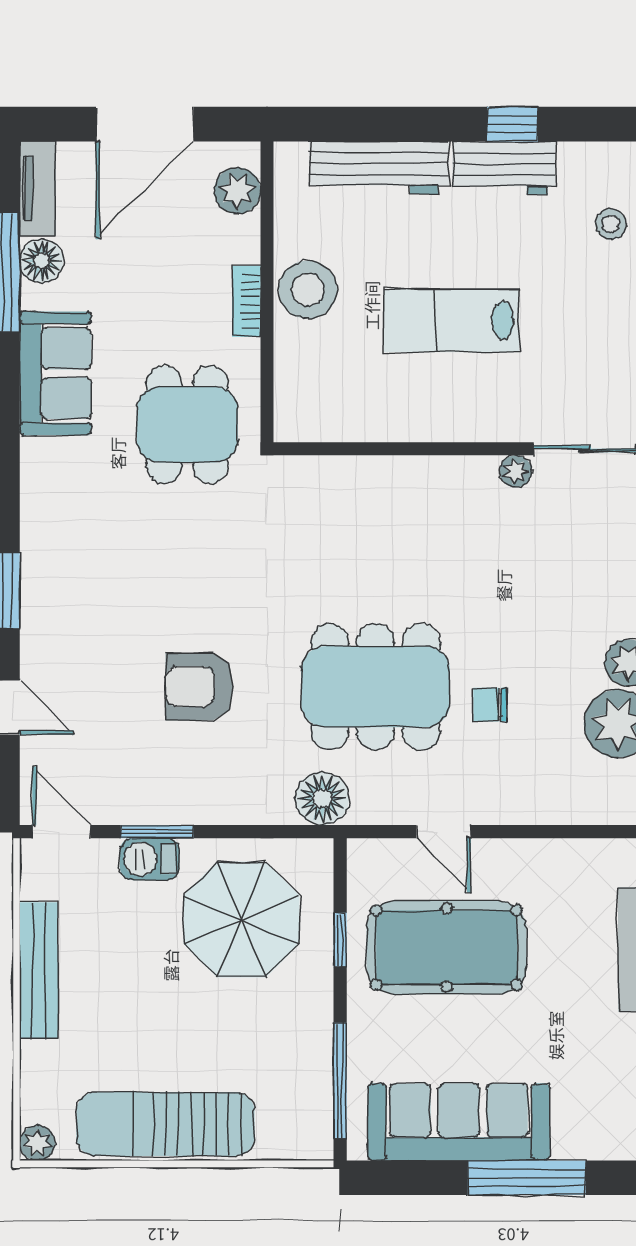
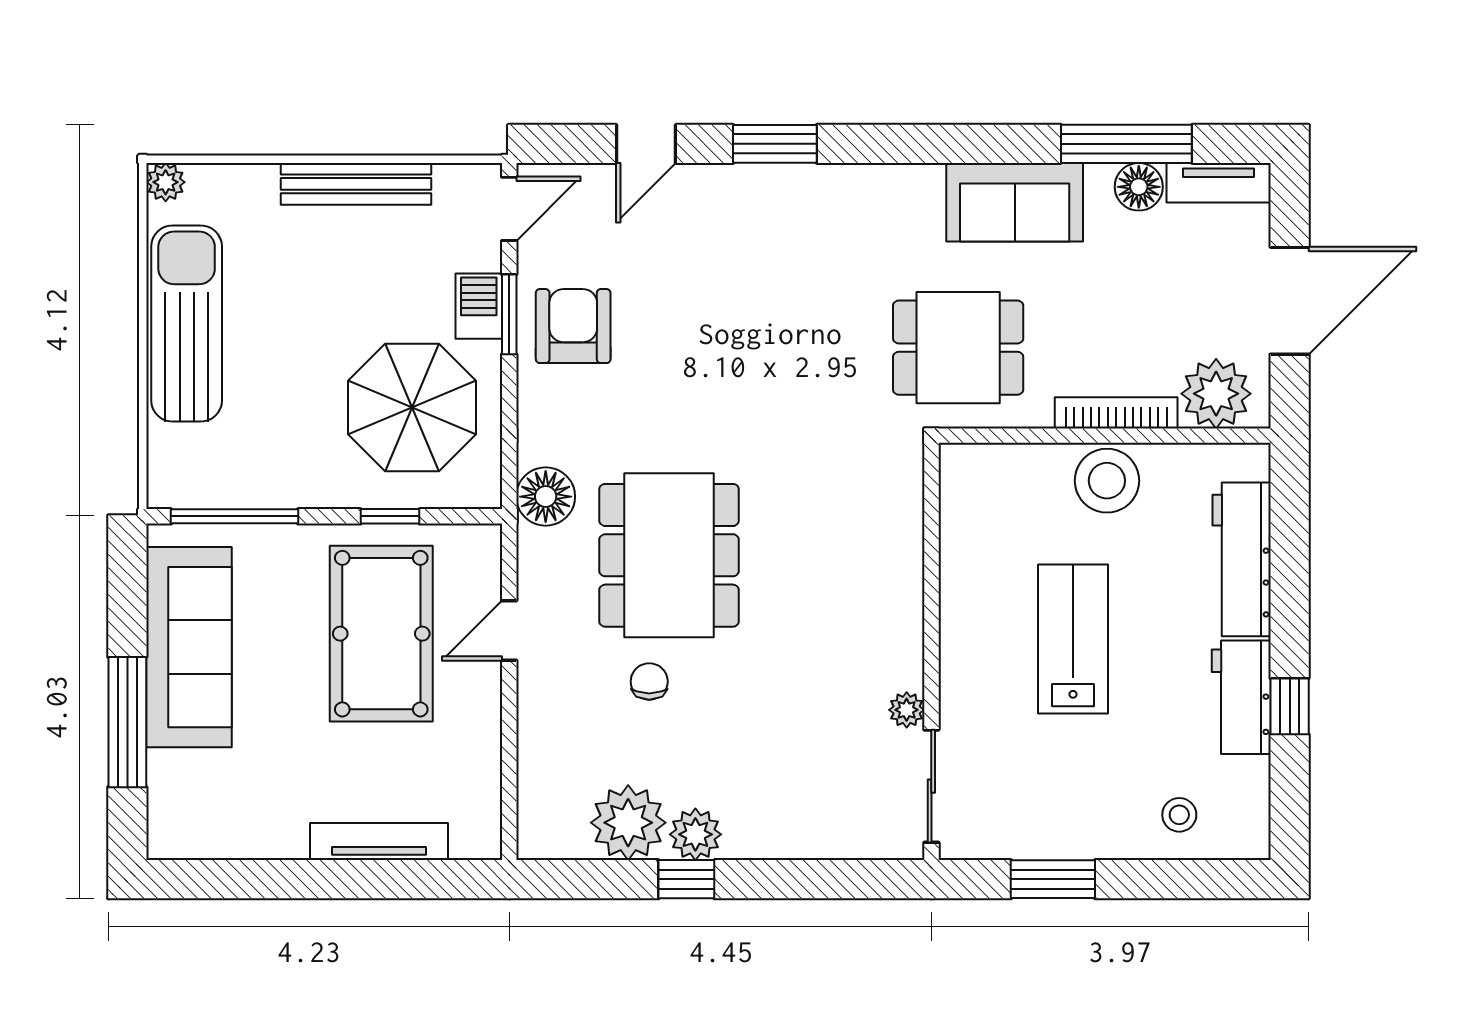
door: (145, 124) -> (1290, 301), swing flipped
plant: (237, 191) -> (1216, 394), width x1.36, depth x1.36
bookcase: (246, 301) -> (1116, 413), width x1.56
armchair: (199, 687) -> (573, 326), moved

